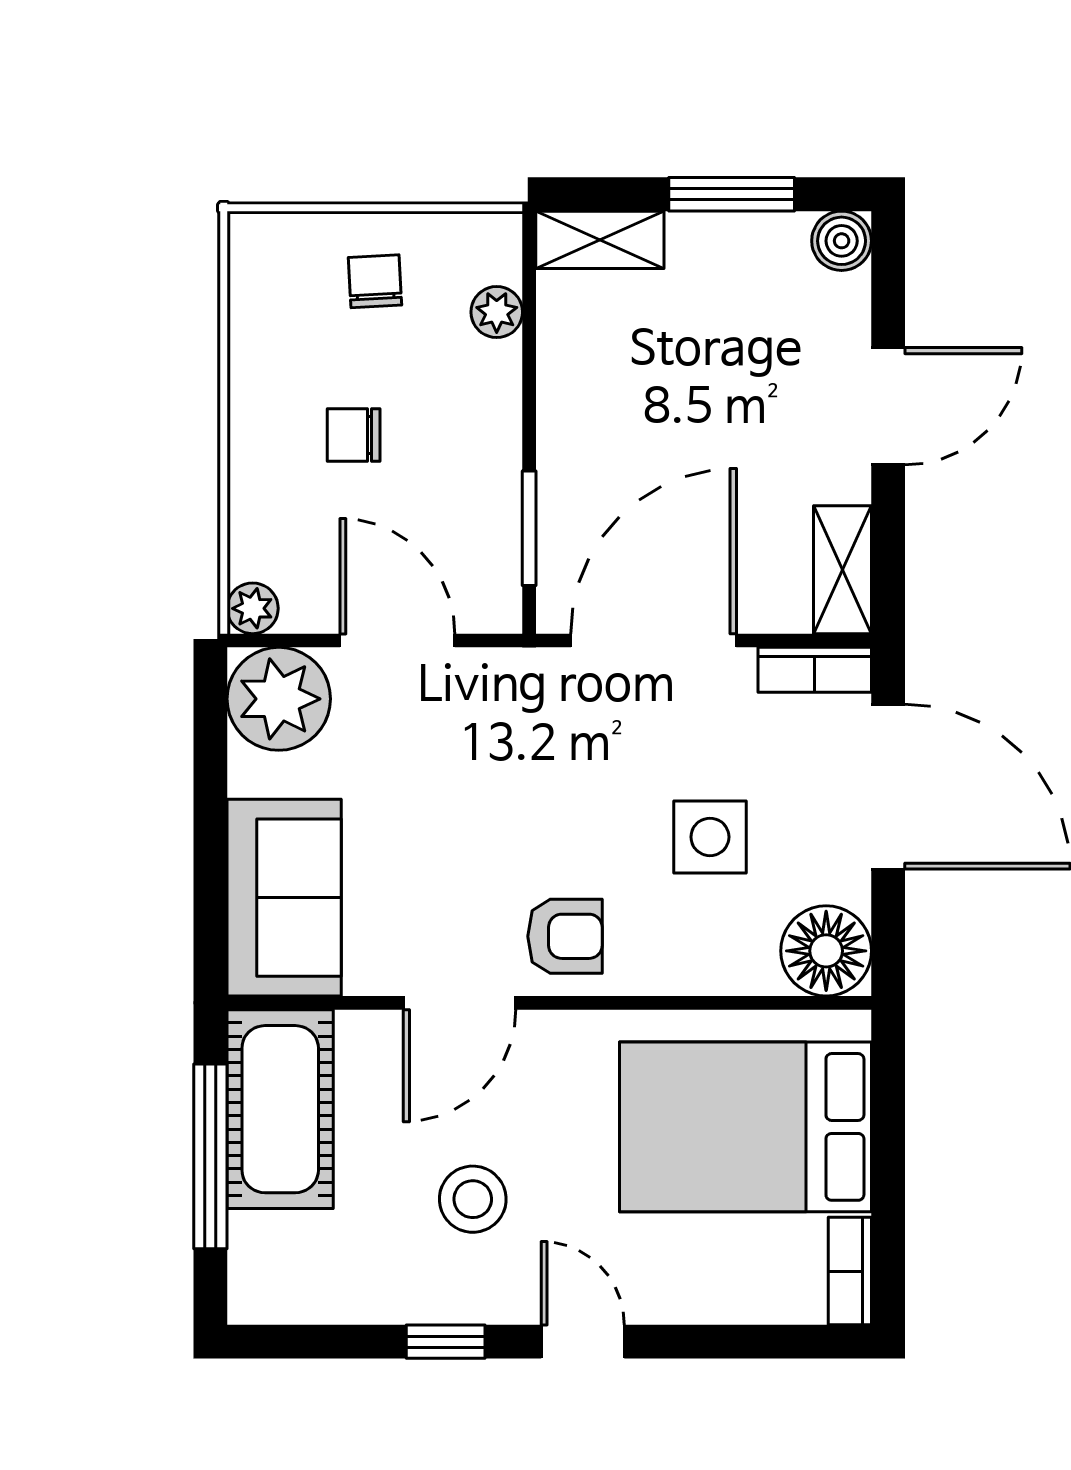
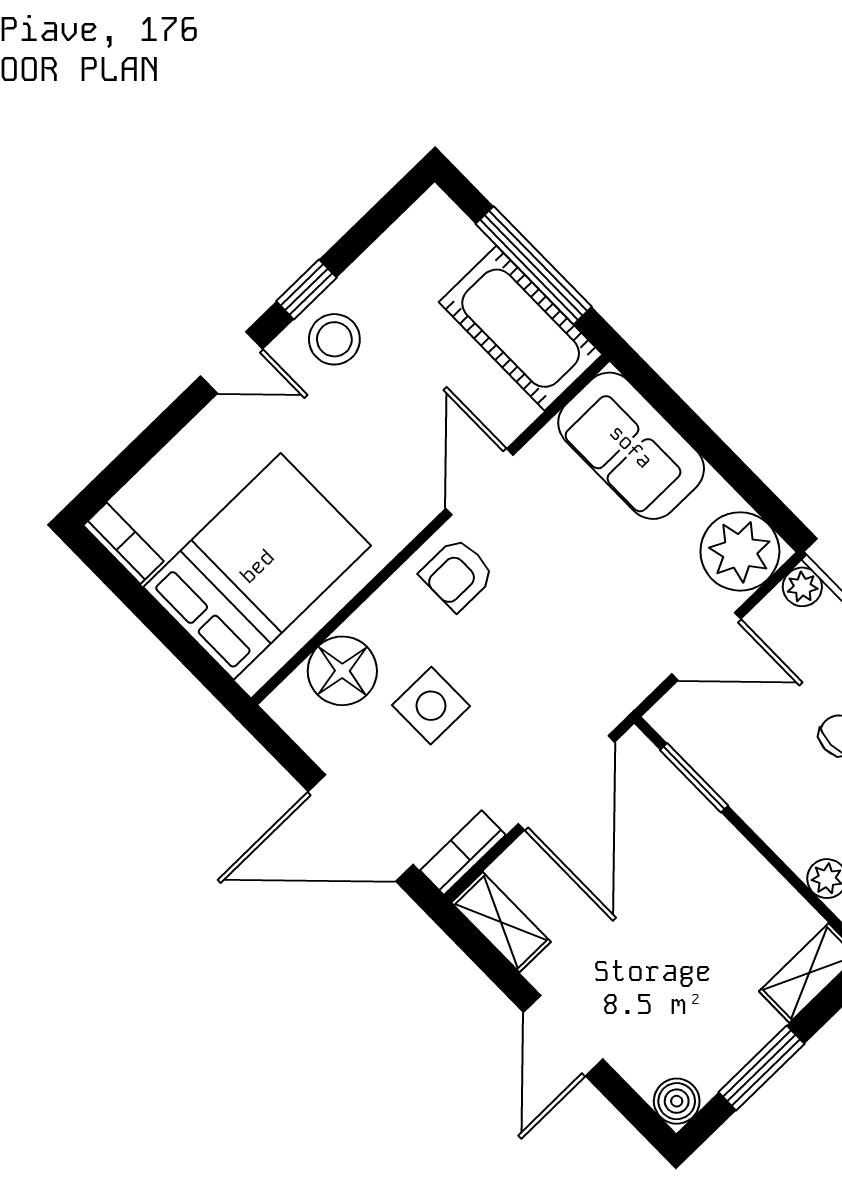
floor lamp: (826, 951) -> (342, 671), moved
stool: (473, 1199) -> (334, 339), moved

